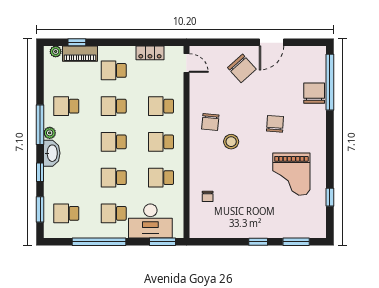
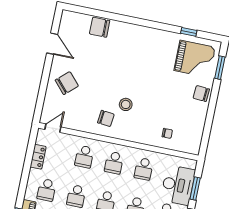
door: (271, 42) -> (52, 44), moved
window: (330, 82) -> (93, 12), removed
chair: (275, 124) -> (201, 94), moved
grand piano: (291, 174) -> (195, 59), moved
window: (162, 242) -> (195, 188), moved
window: (258, 242) -> (213, 99), removed

